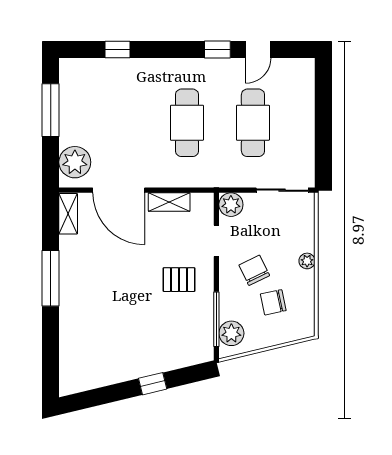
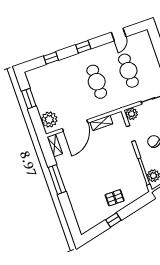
window: (217, 50) -> (83, 47), moved
window: (51, 110) -> (29, 99), width x0.69
door: (119, 190) -> (75, 126), hinge flipped
pallet: (179, 280) -> (115, 198), moved
window: (153, 384) -> (113, 220), moved

